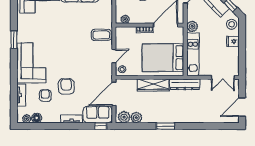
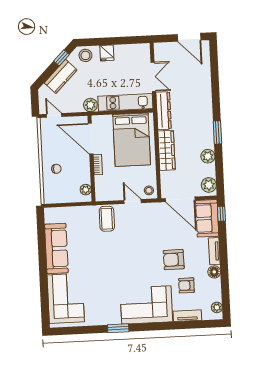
double door: (223, 77) -> (153, 77), moved
floor lamp: (37, 118) -> (214, 272), moved
plant: (136, 118) -> (208, 156), moved

